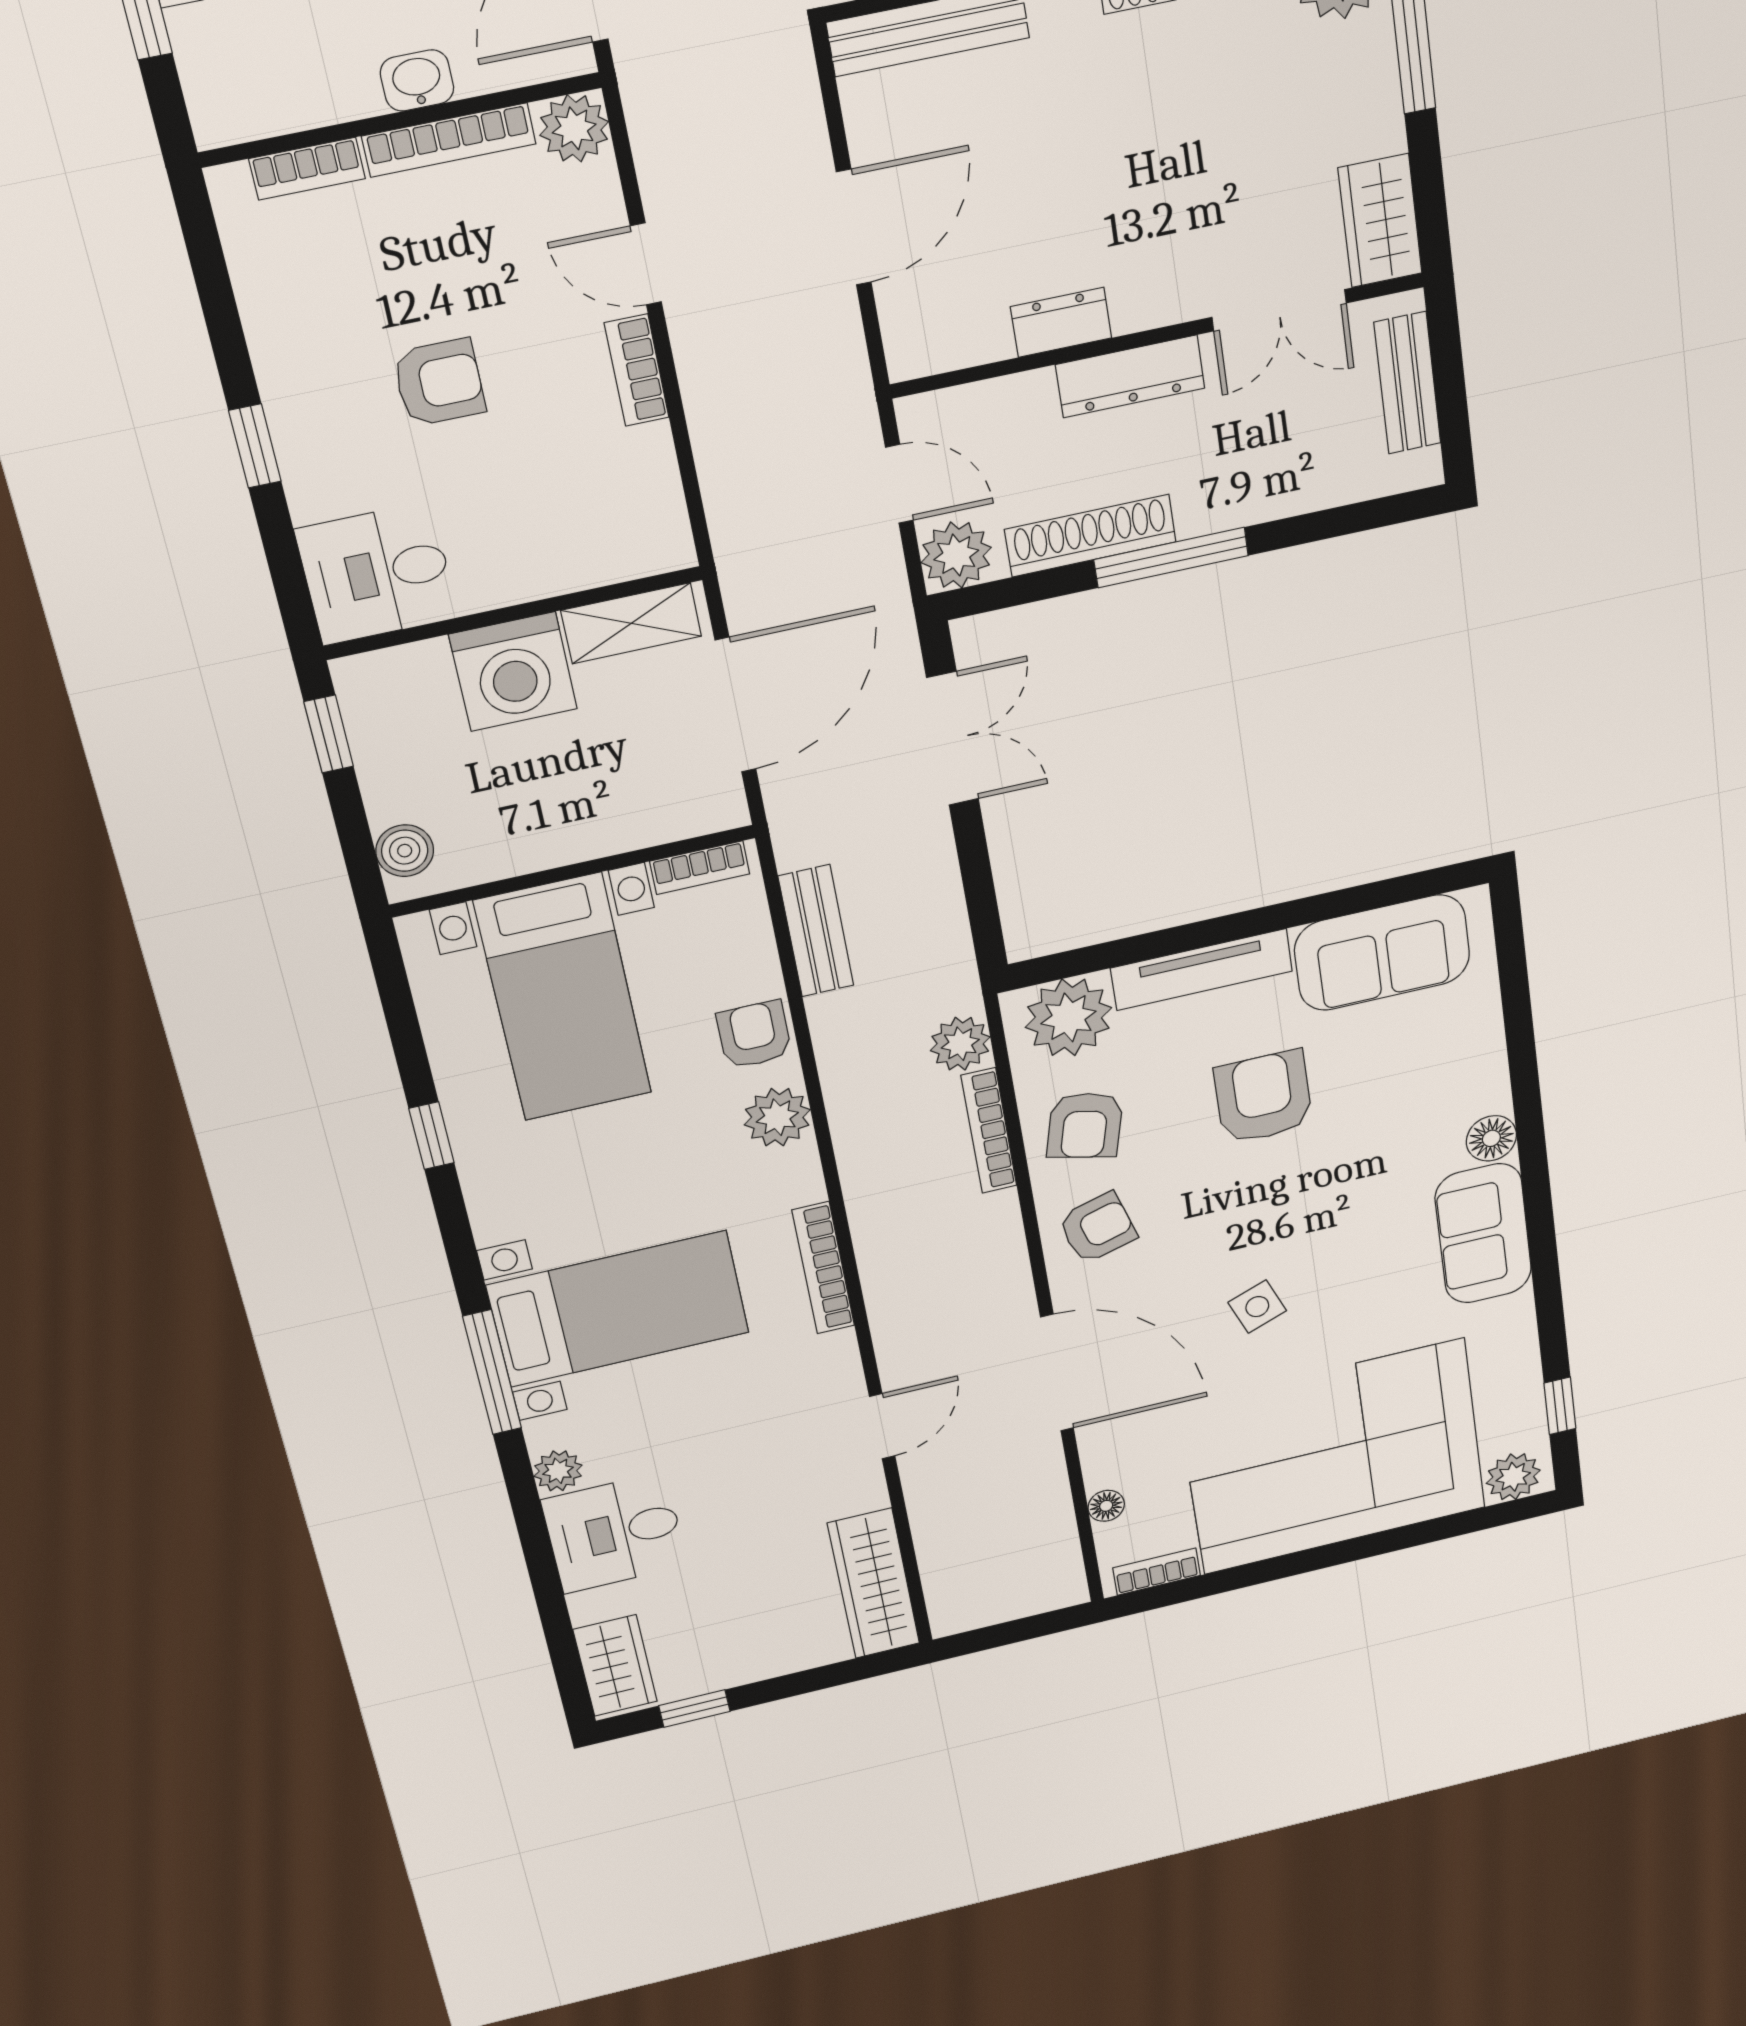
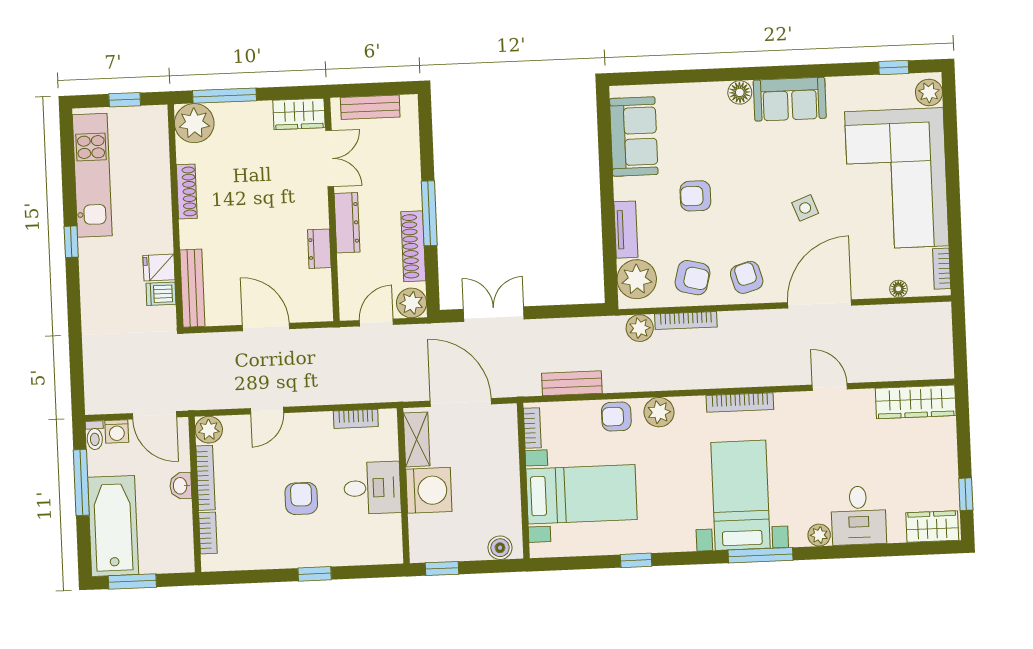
bookcase: (637, 370) -> (356, 419), moved
desk: (377, 574) -> (372, 488), moved, turned -90
tv unit: (1202, 970) -> (626, 230), width x0.71
armchair: (1263, 1097) -> (695, 196), width x0.72, depth x0.72

